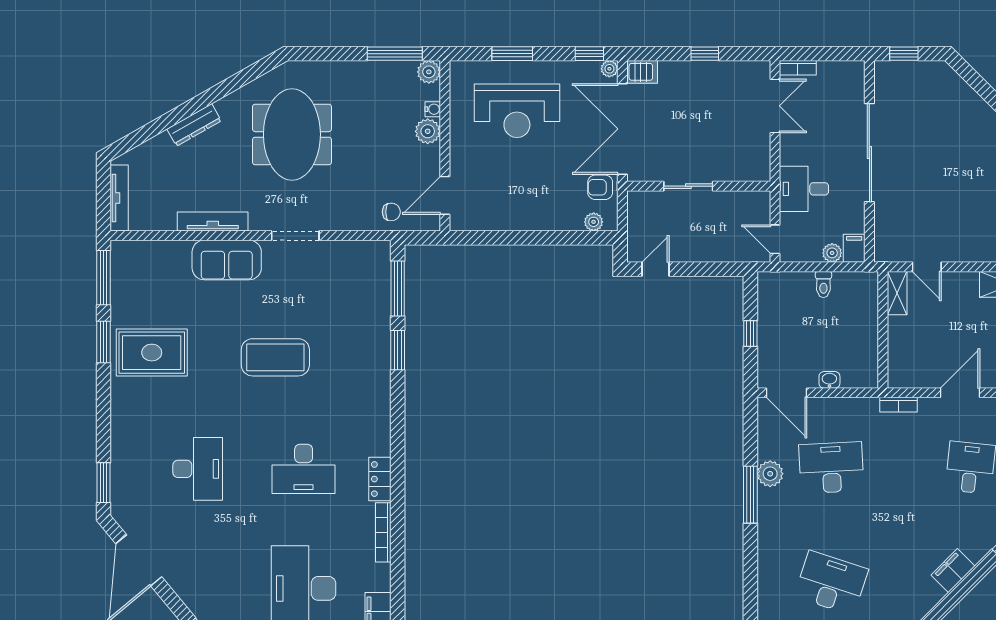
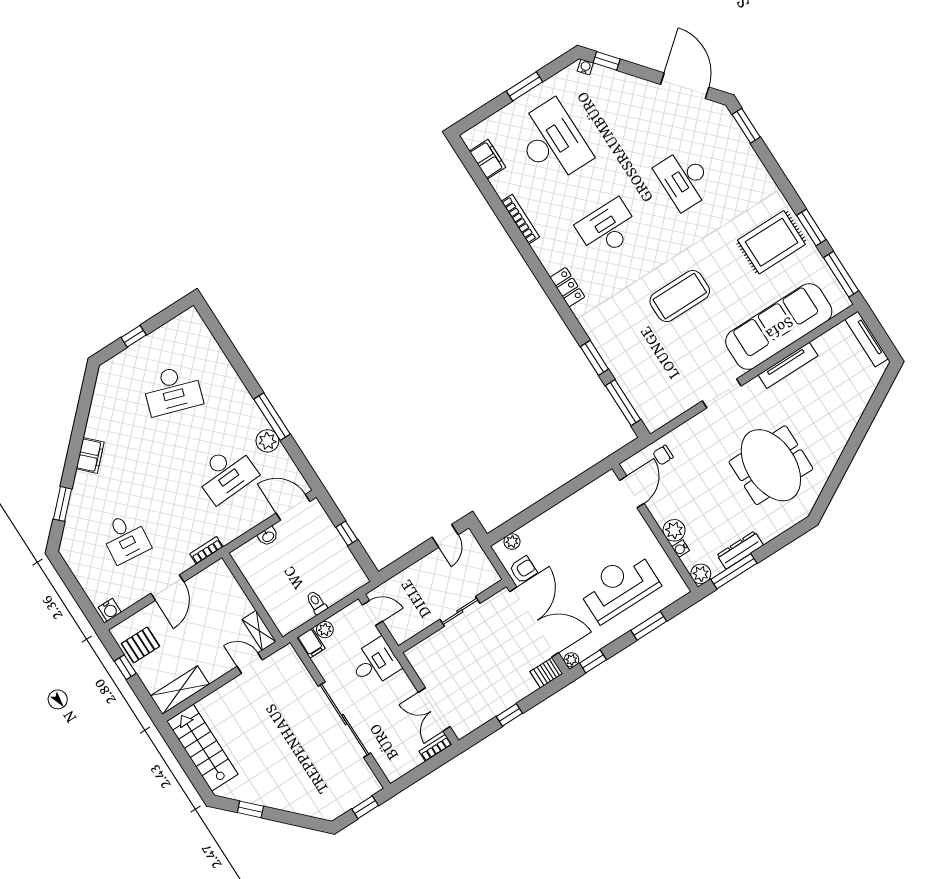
dresser: (194, 125) -> (740, 550), moved, turned 30
sofa: (227, 260) -> (779, 327), width x1.85, depth x1.27
locker: (380, 479) -> (567, 287), moved

